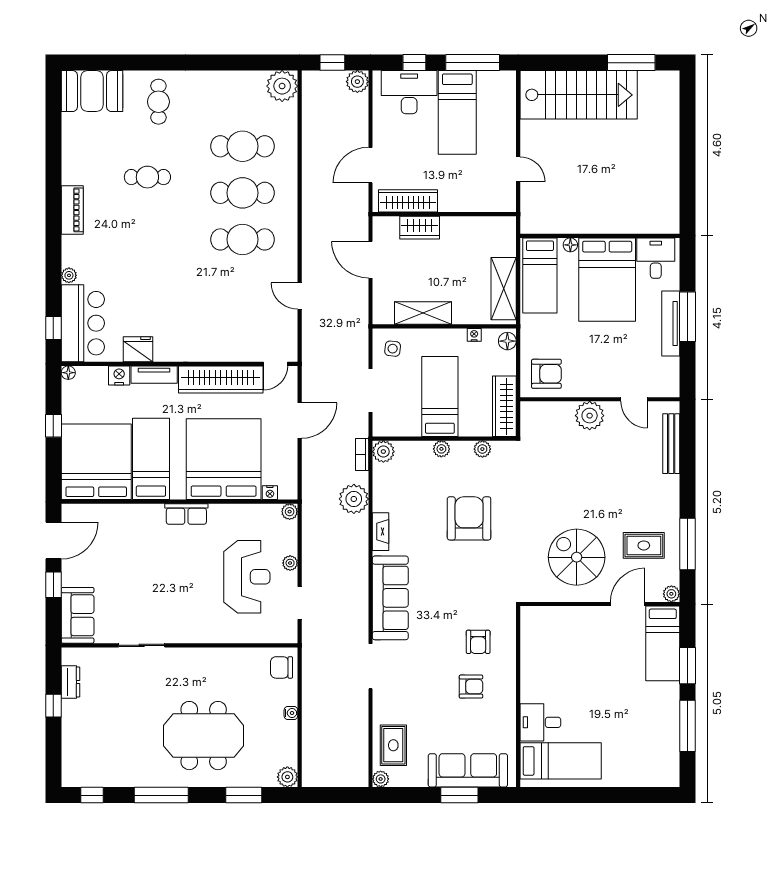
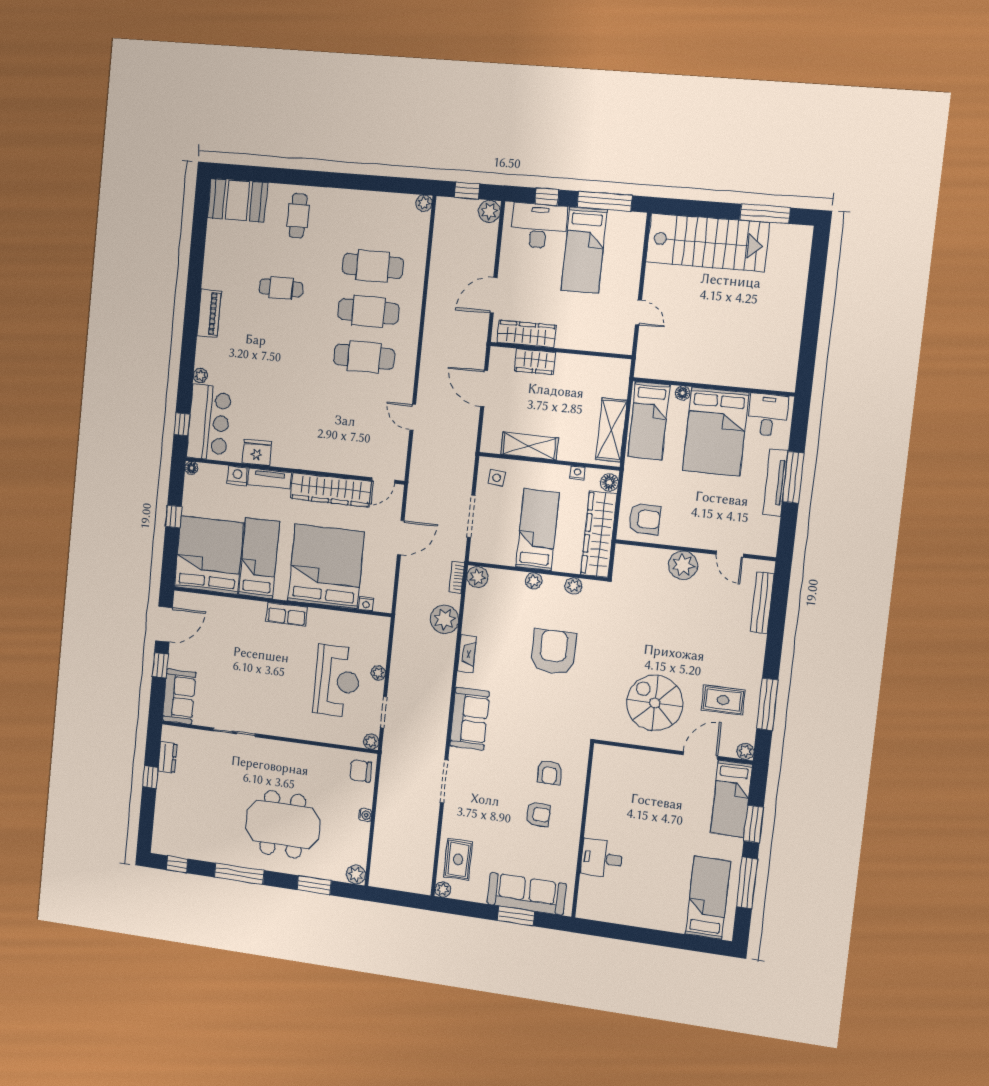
plant: (282, 86) -> (424, 203), width x0.53, depth x0.53
wardrobe: (504, 406) -> (599, 534), width x1.40, depth x1.17
plant: (290, 512) -> (371, 742), moved
sofa: (390, 598) -> (470, 719), width x0.73
bed: (561, 761) -> (708, 898), moved, turned -90

